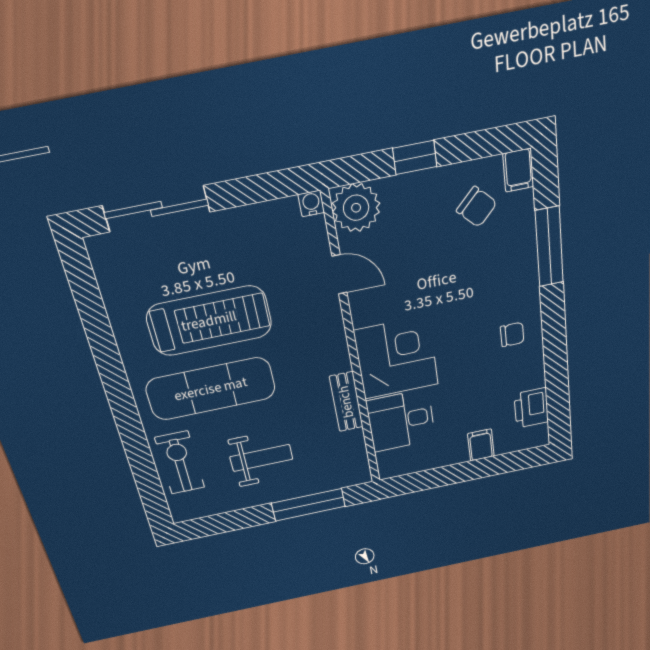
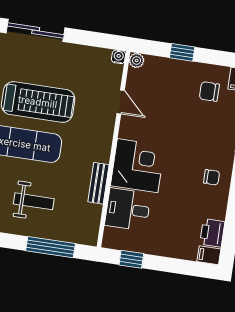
chair: (477, 207) -> (209, 91), turned 135
plant: (356, 208) -> (137, 60), width x0.53, depth x0.53
filing cabinet: (481, 445) -> (209, 255), moved, turned -90
window: (426, 480) -> (131, 259), added

